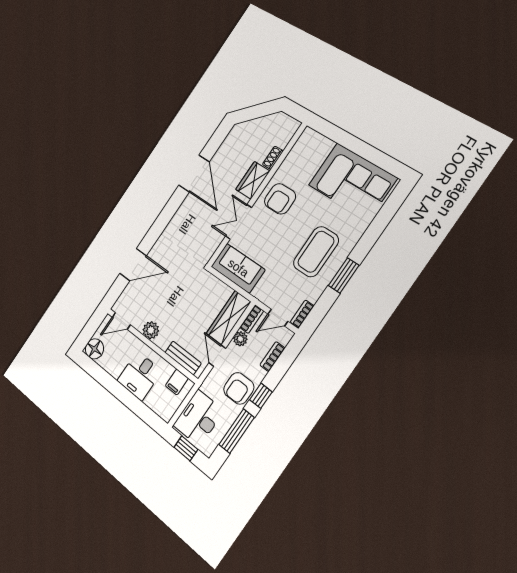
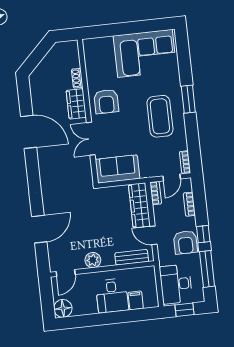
window: (344, 275) -> (188, 99), moved
plant: (240, 339) -> (159, 212), removed
filing cabinet: (177, 382) -> (136, 300), moved, turned 180

